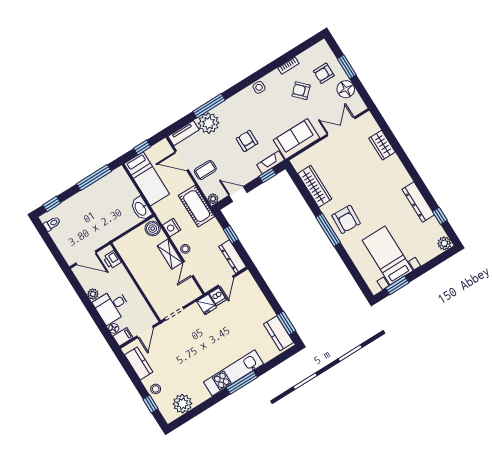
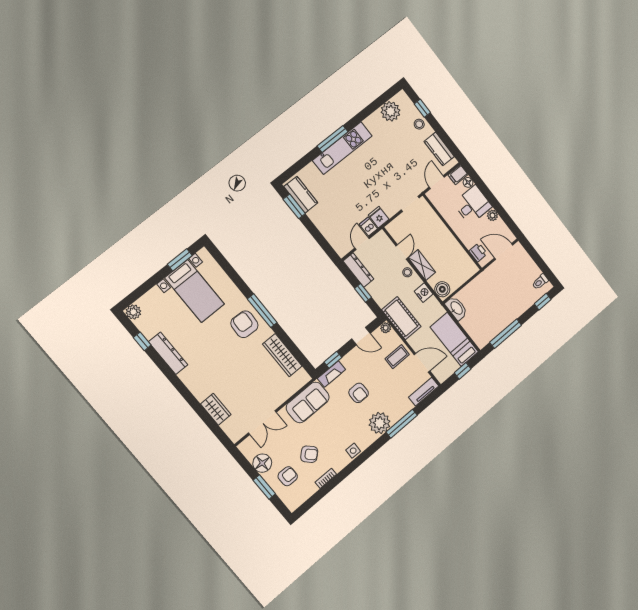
plant: (209, 123) -> (380, 423), moved

